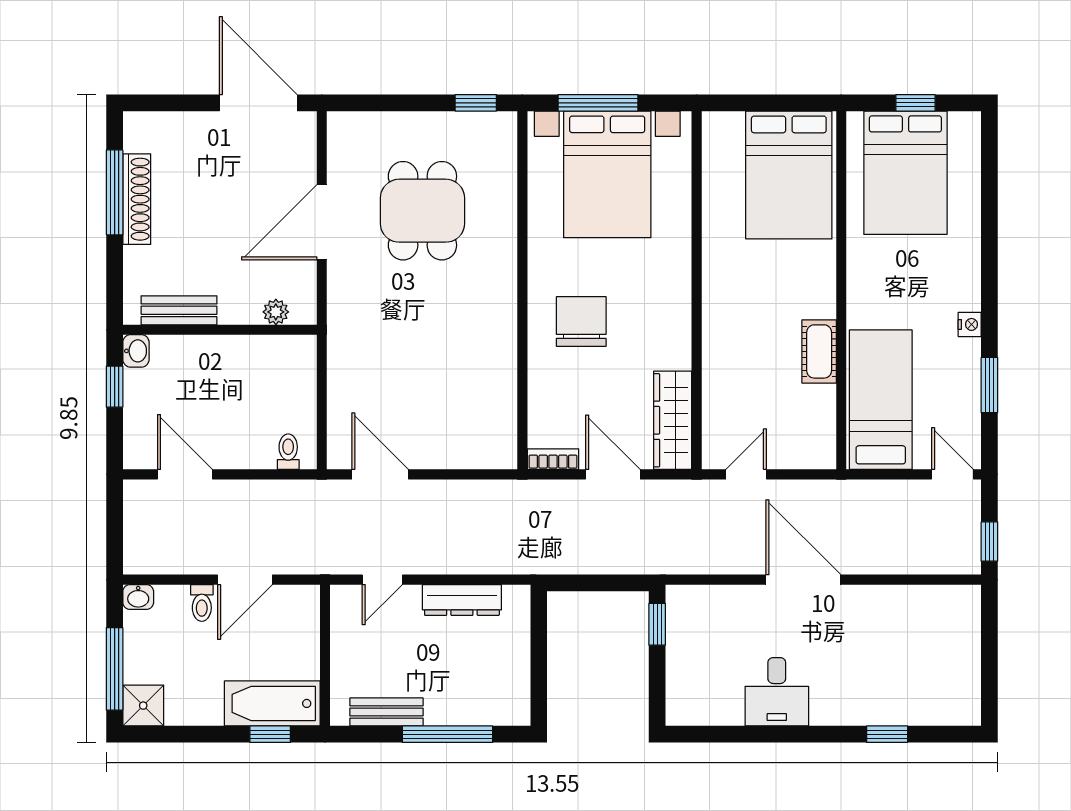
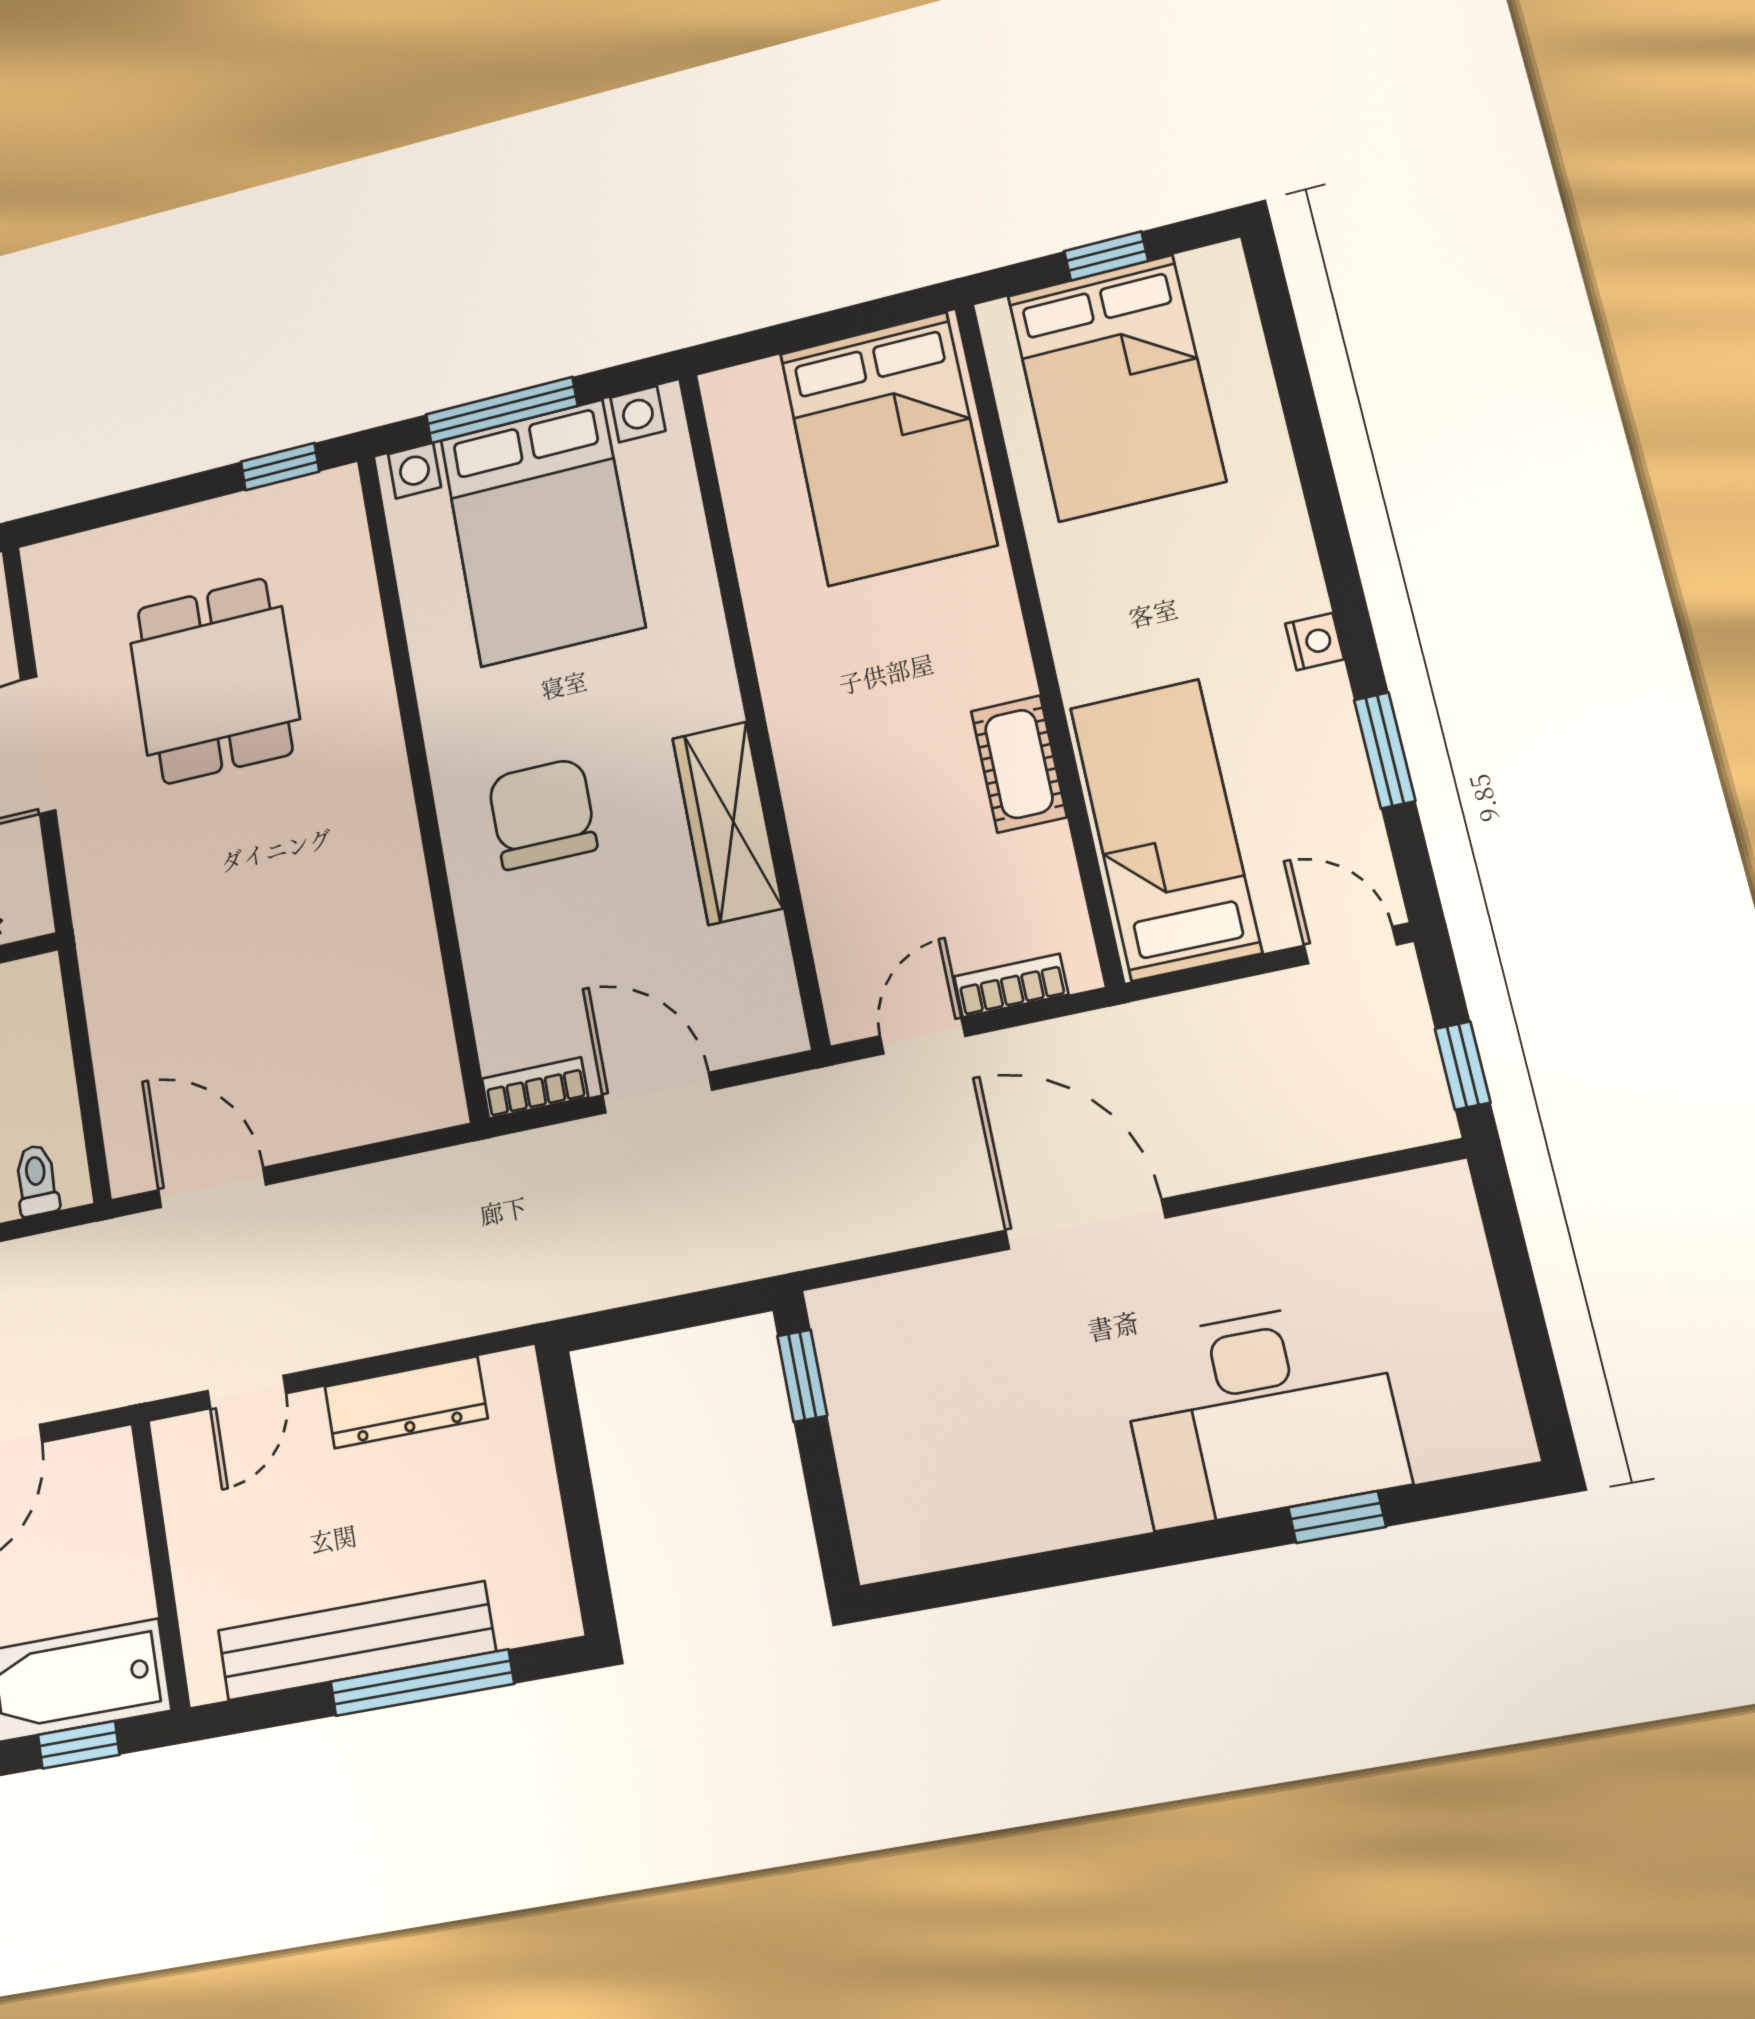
wardrobe: (673, 420) -> (727, 823), moved
bookcase: (793, 459) -> (1011, 985), added
desk: (777, 692) -> (1261, 1413), moved, width x1.87, depth x1.30
bench: (386, 712) -> (356, 1641), width x1.86, depth x1.21

